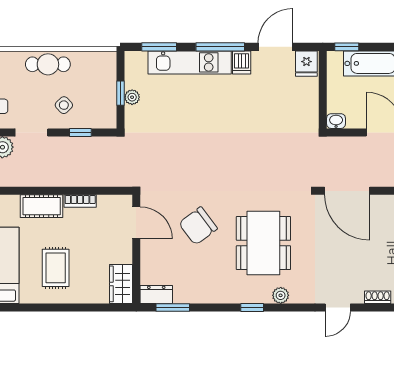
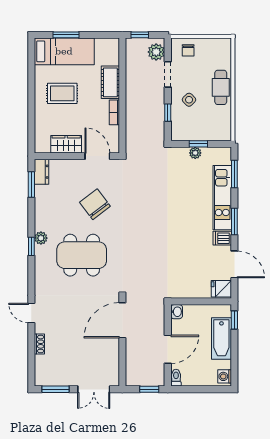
window: (220, 47) -> (234, 221), width x0.69
door: (136, 223) -> (97, 156), swing flipped
wardrobe: (121, 284) -> (66, 144), moved
plant: (281, 295) -> (41, 238), moved

